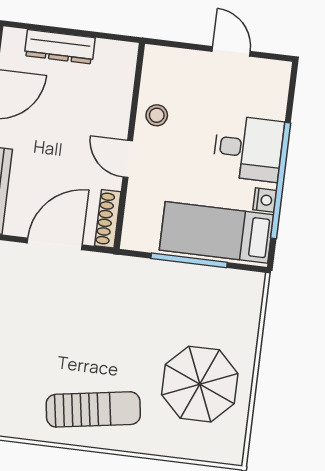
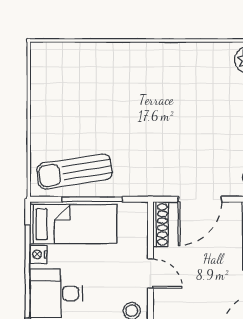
parasol: (200, 384) -> (72, 103), removed
sun lounger: (93, 409) -> (74, 172), moved

